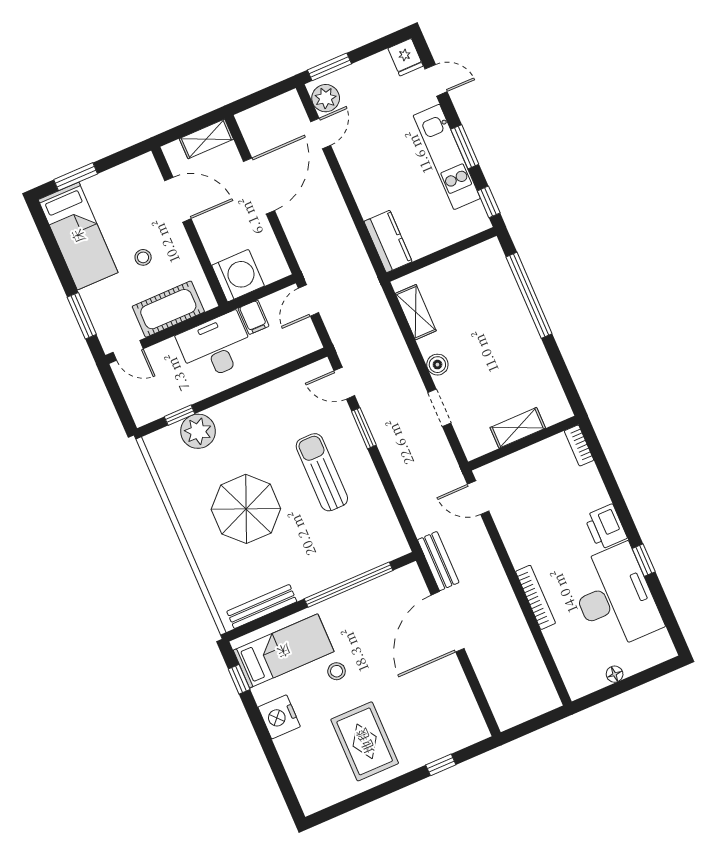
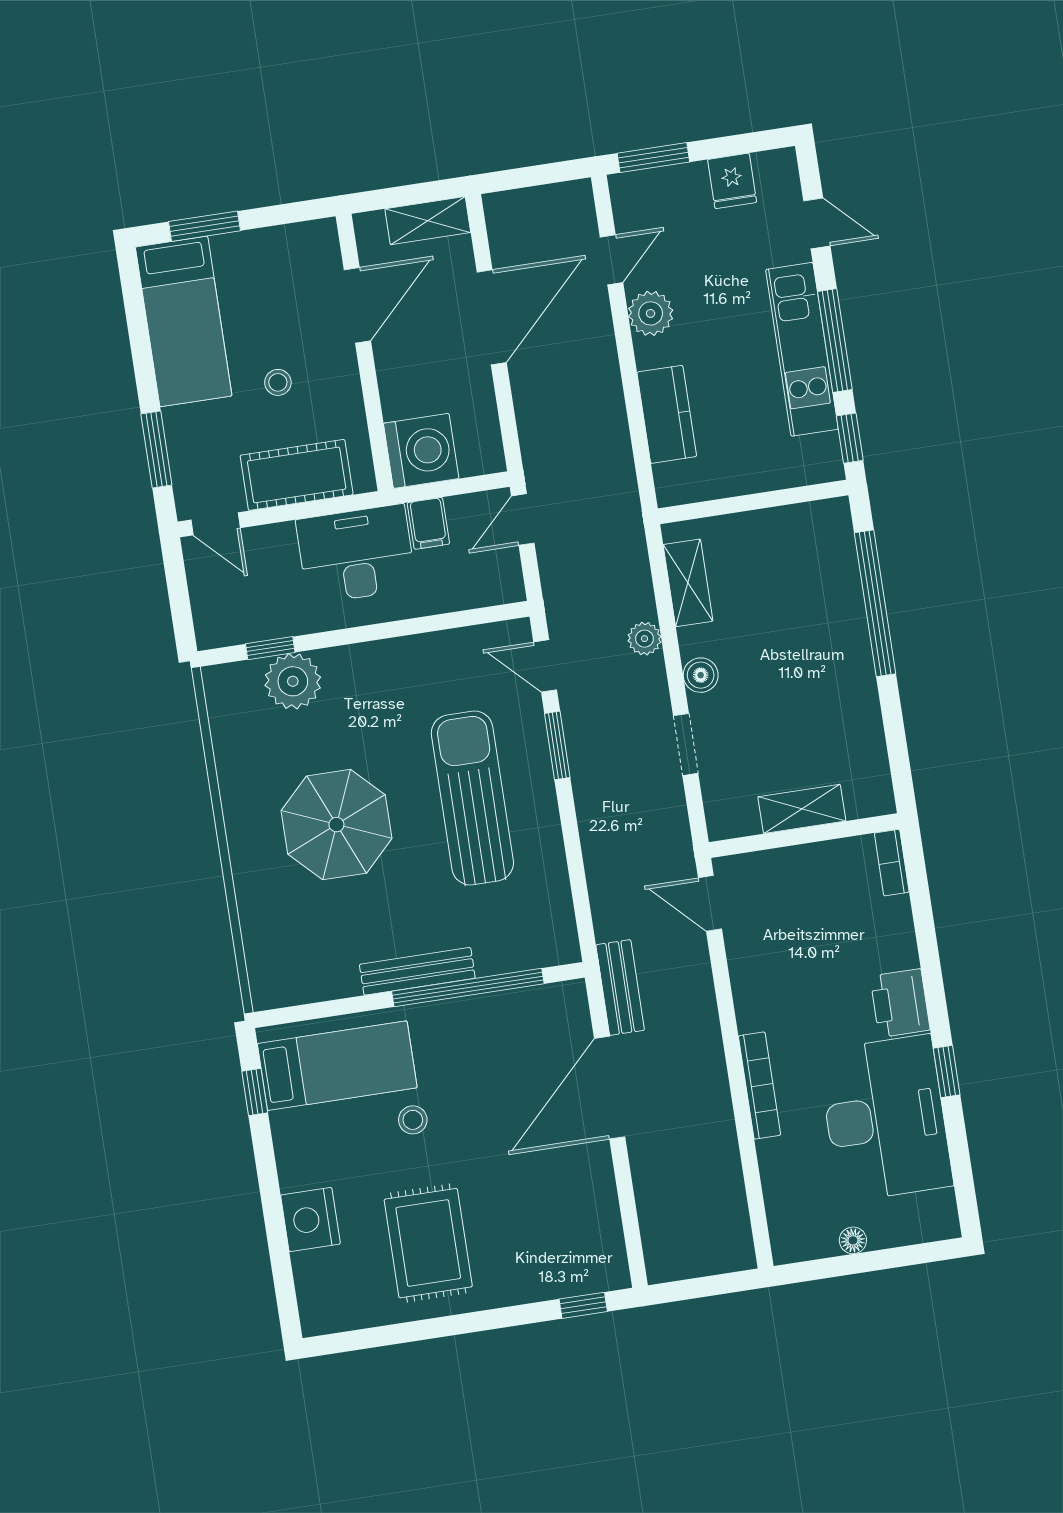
fridge: (406, 57) -> (732, 181), moved
plant: (326, 98) -> (651, 313), moved
window: (465, 147) -> (835, 341), width x1.44
door: (178, 200) -> (357, 305), hinge flipped
kitchen counter: (388, 241) -> (667, 414), moved
plant: (399, 352) -> (645, 639), added
sun lounger: (322, 472) -> (472, 798), width x1.36, depth x1.34
bench: (262, 606) -> (417, 971), moved
nightstand: (279, 717) -> (310, 1219), moved
window: (441, 765) -> (583, 1305), moved

